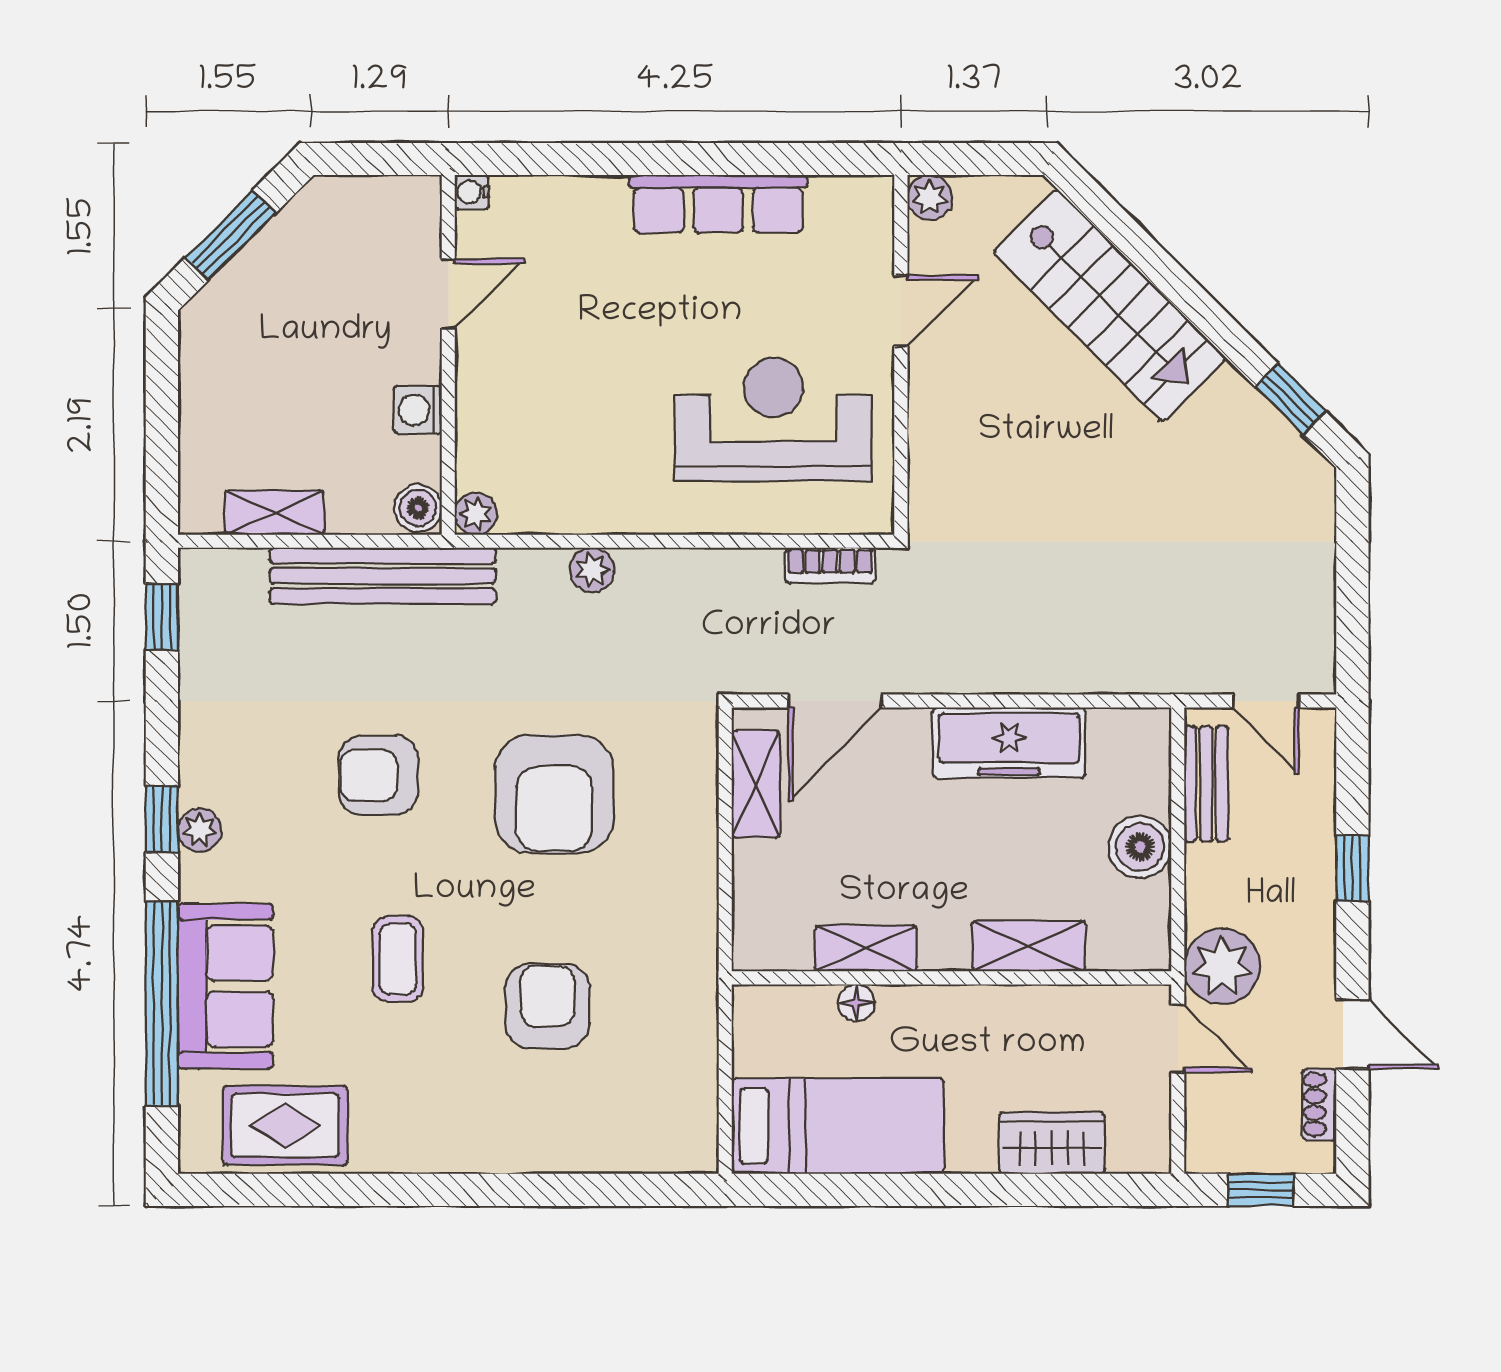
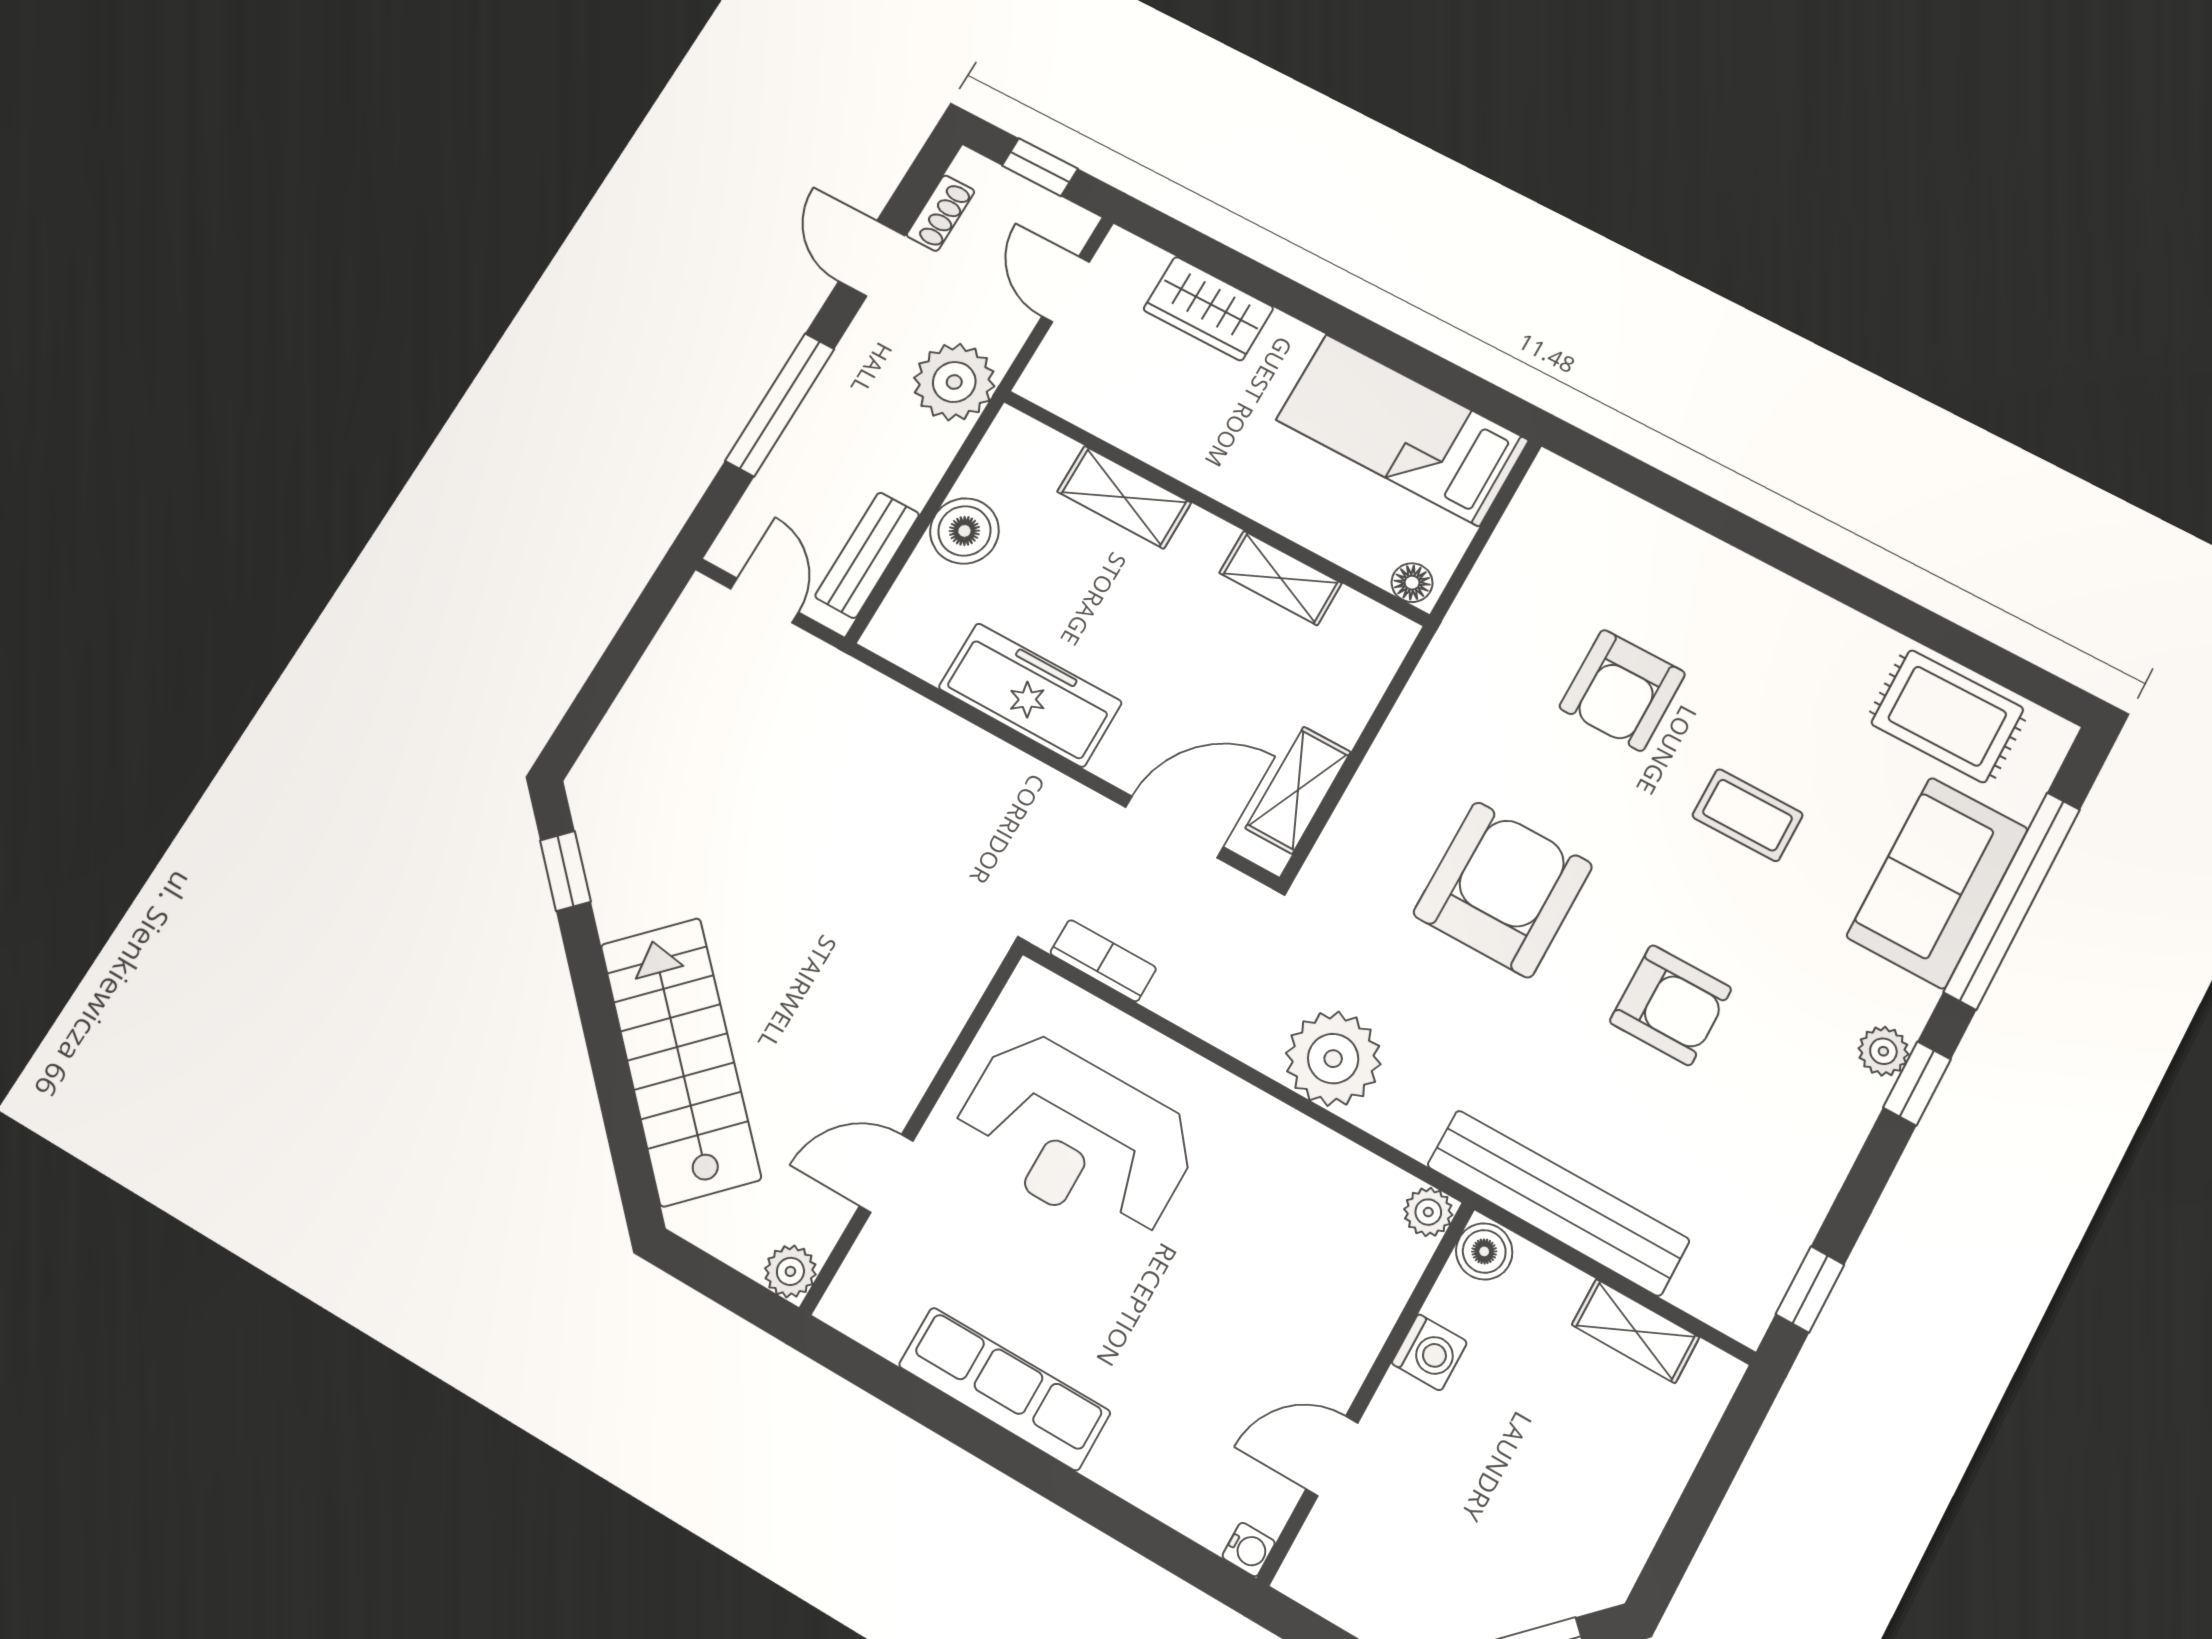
plant: (592, 570) -> (1333, 1059), width x1.87, depth x1.87
window: (1352, 869) -> (780, 405), width x2.17
coffee table: (398, 959) -> (1747, 815), turned 90
floor lamp: (856, 1003) -> (1412, 583), moved
door: (1178, 1038) -> (1066, 289), moved

